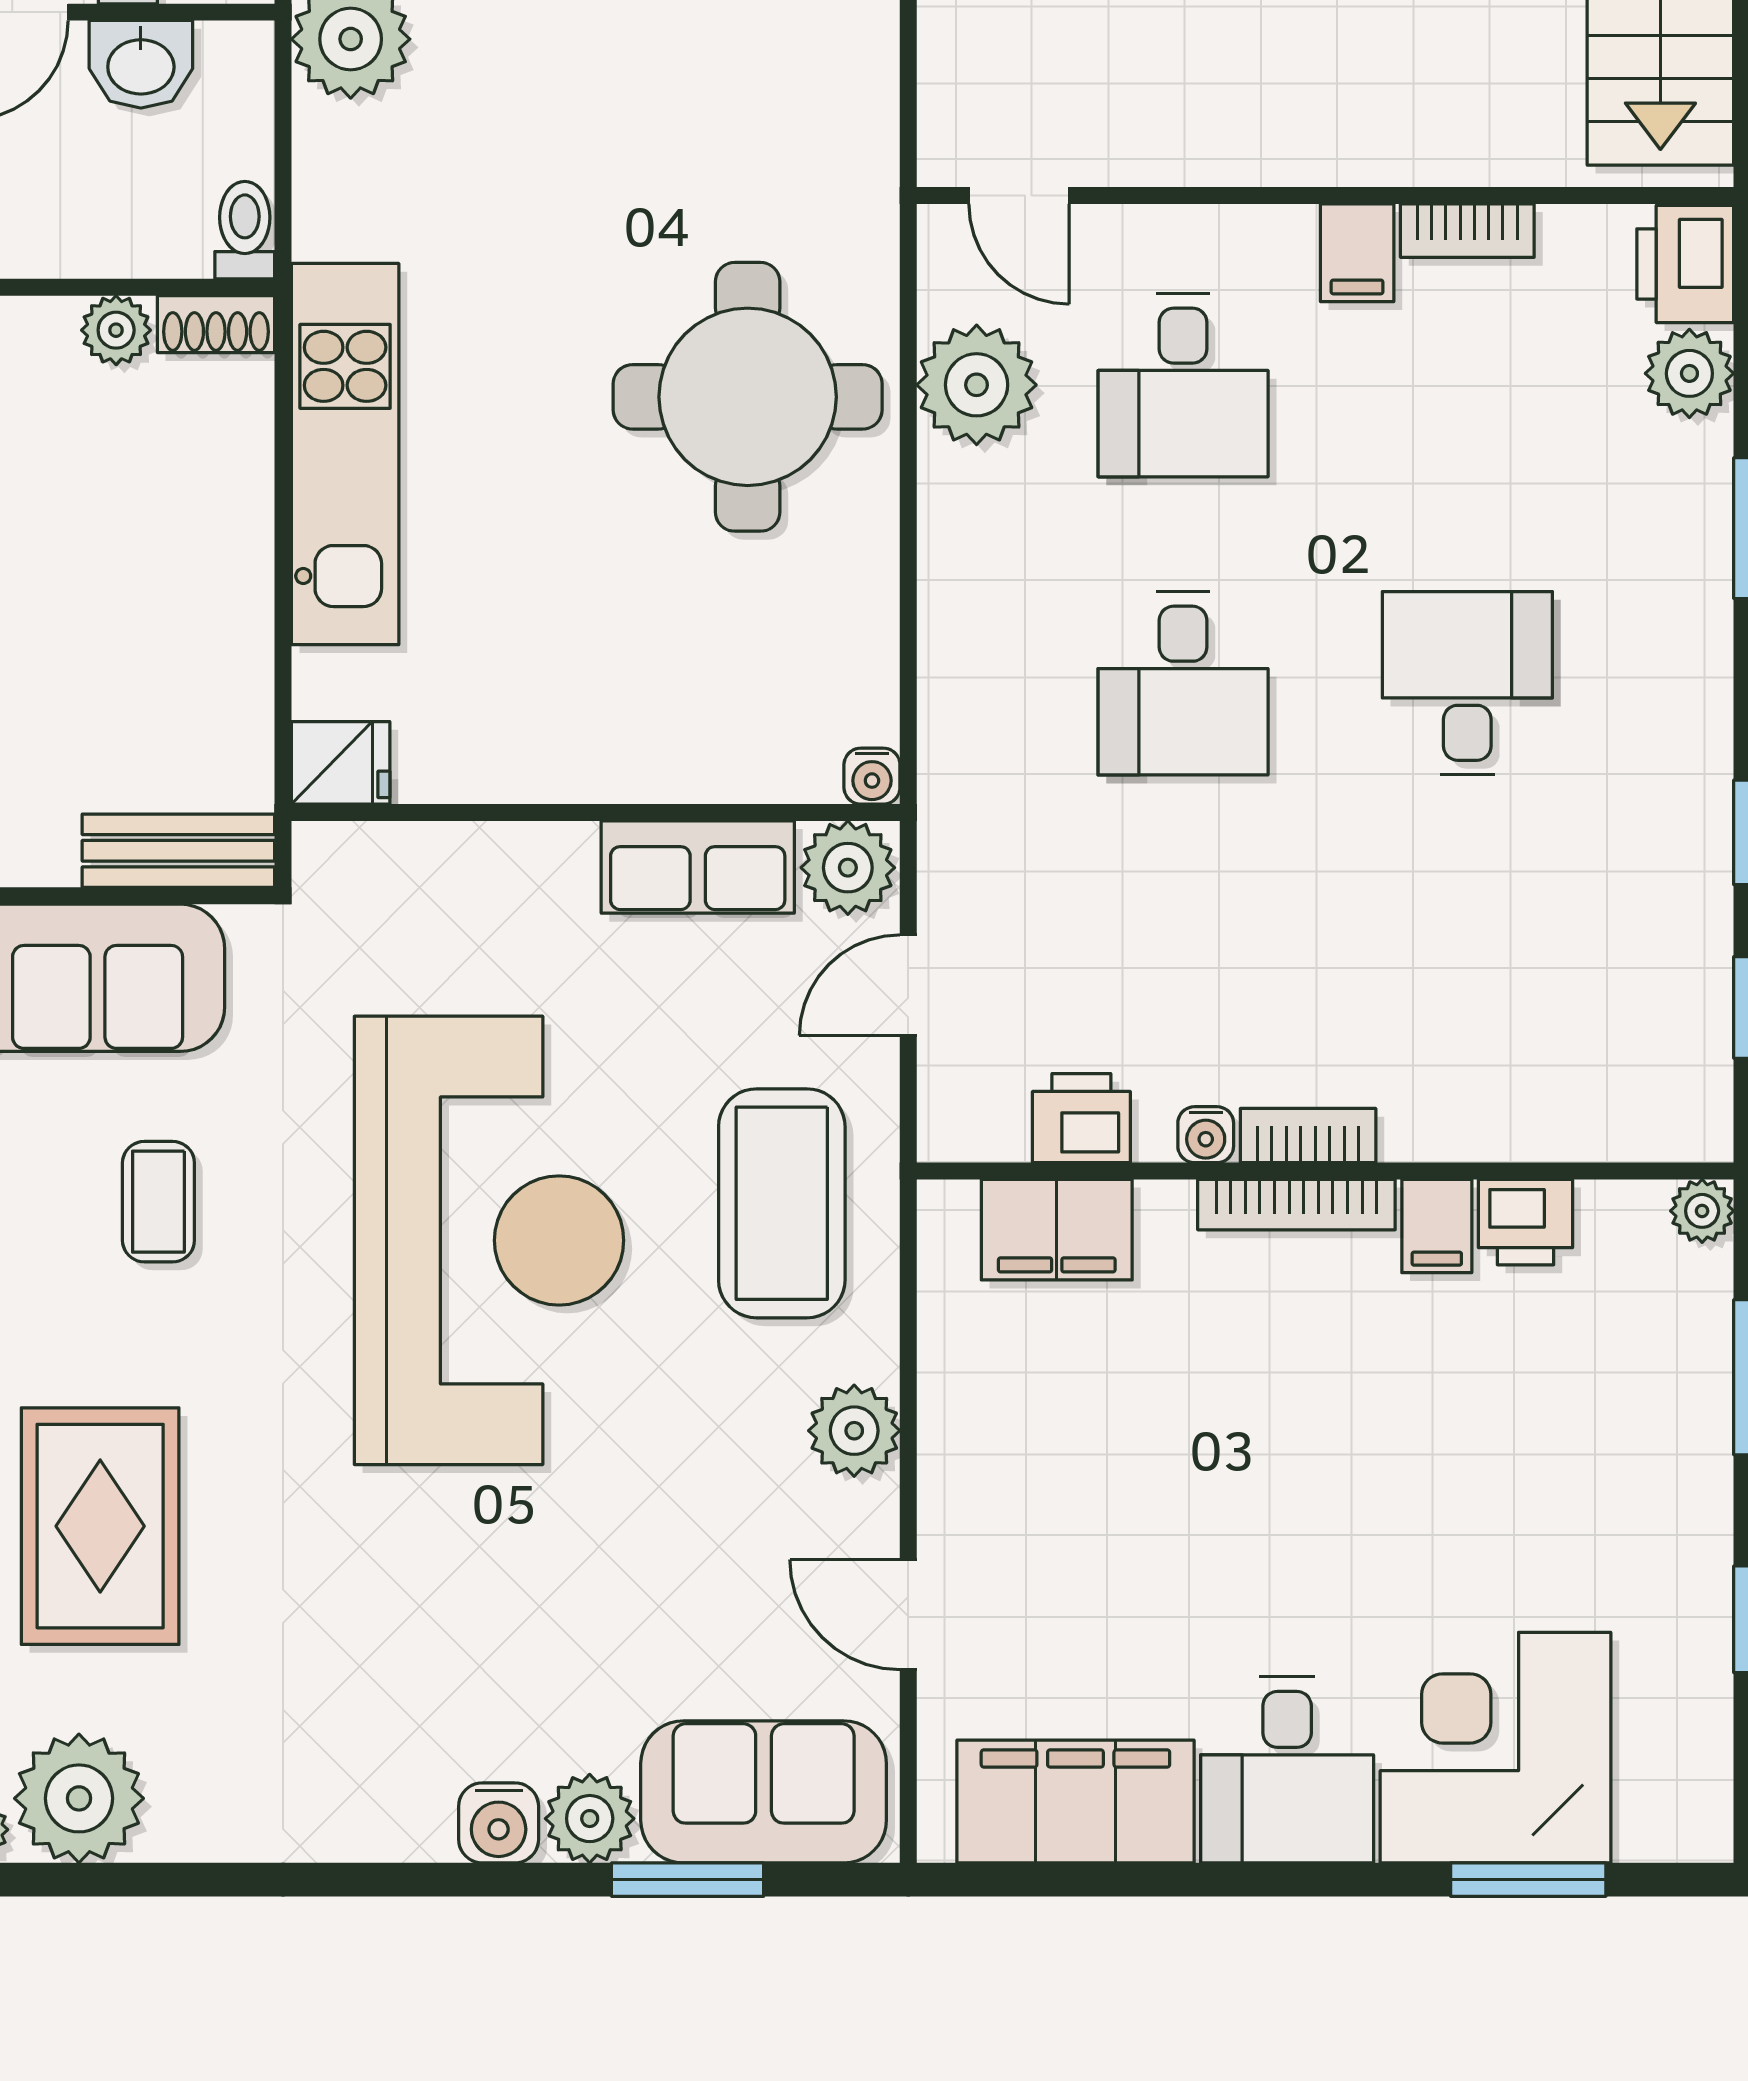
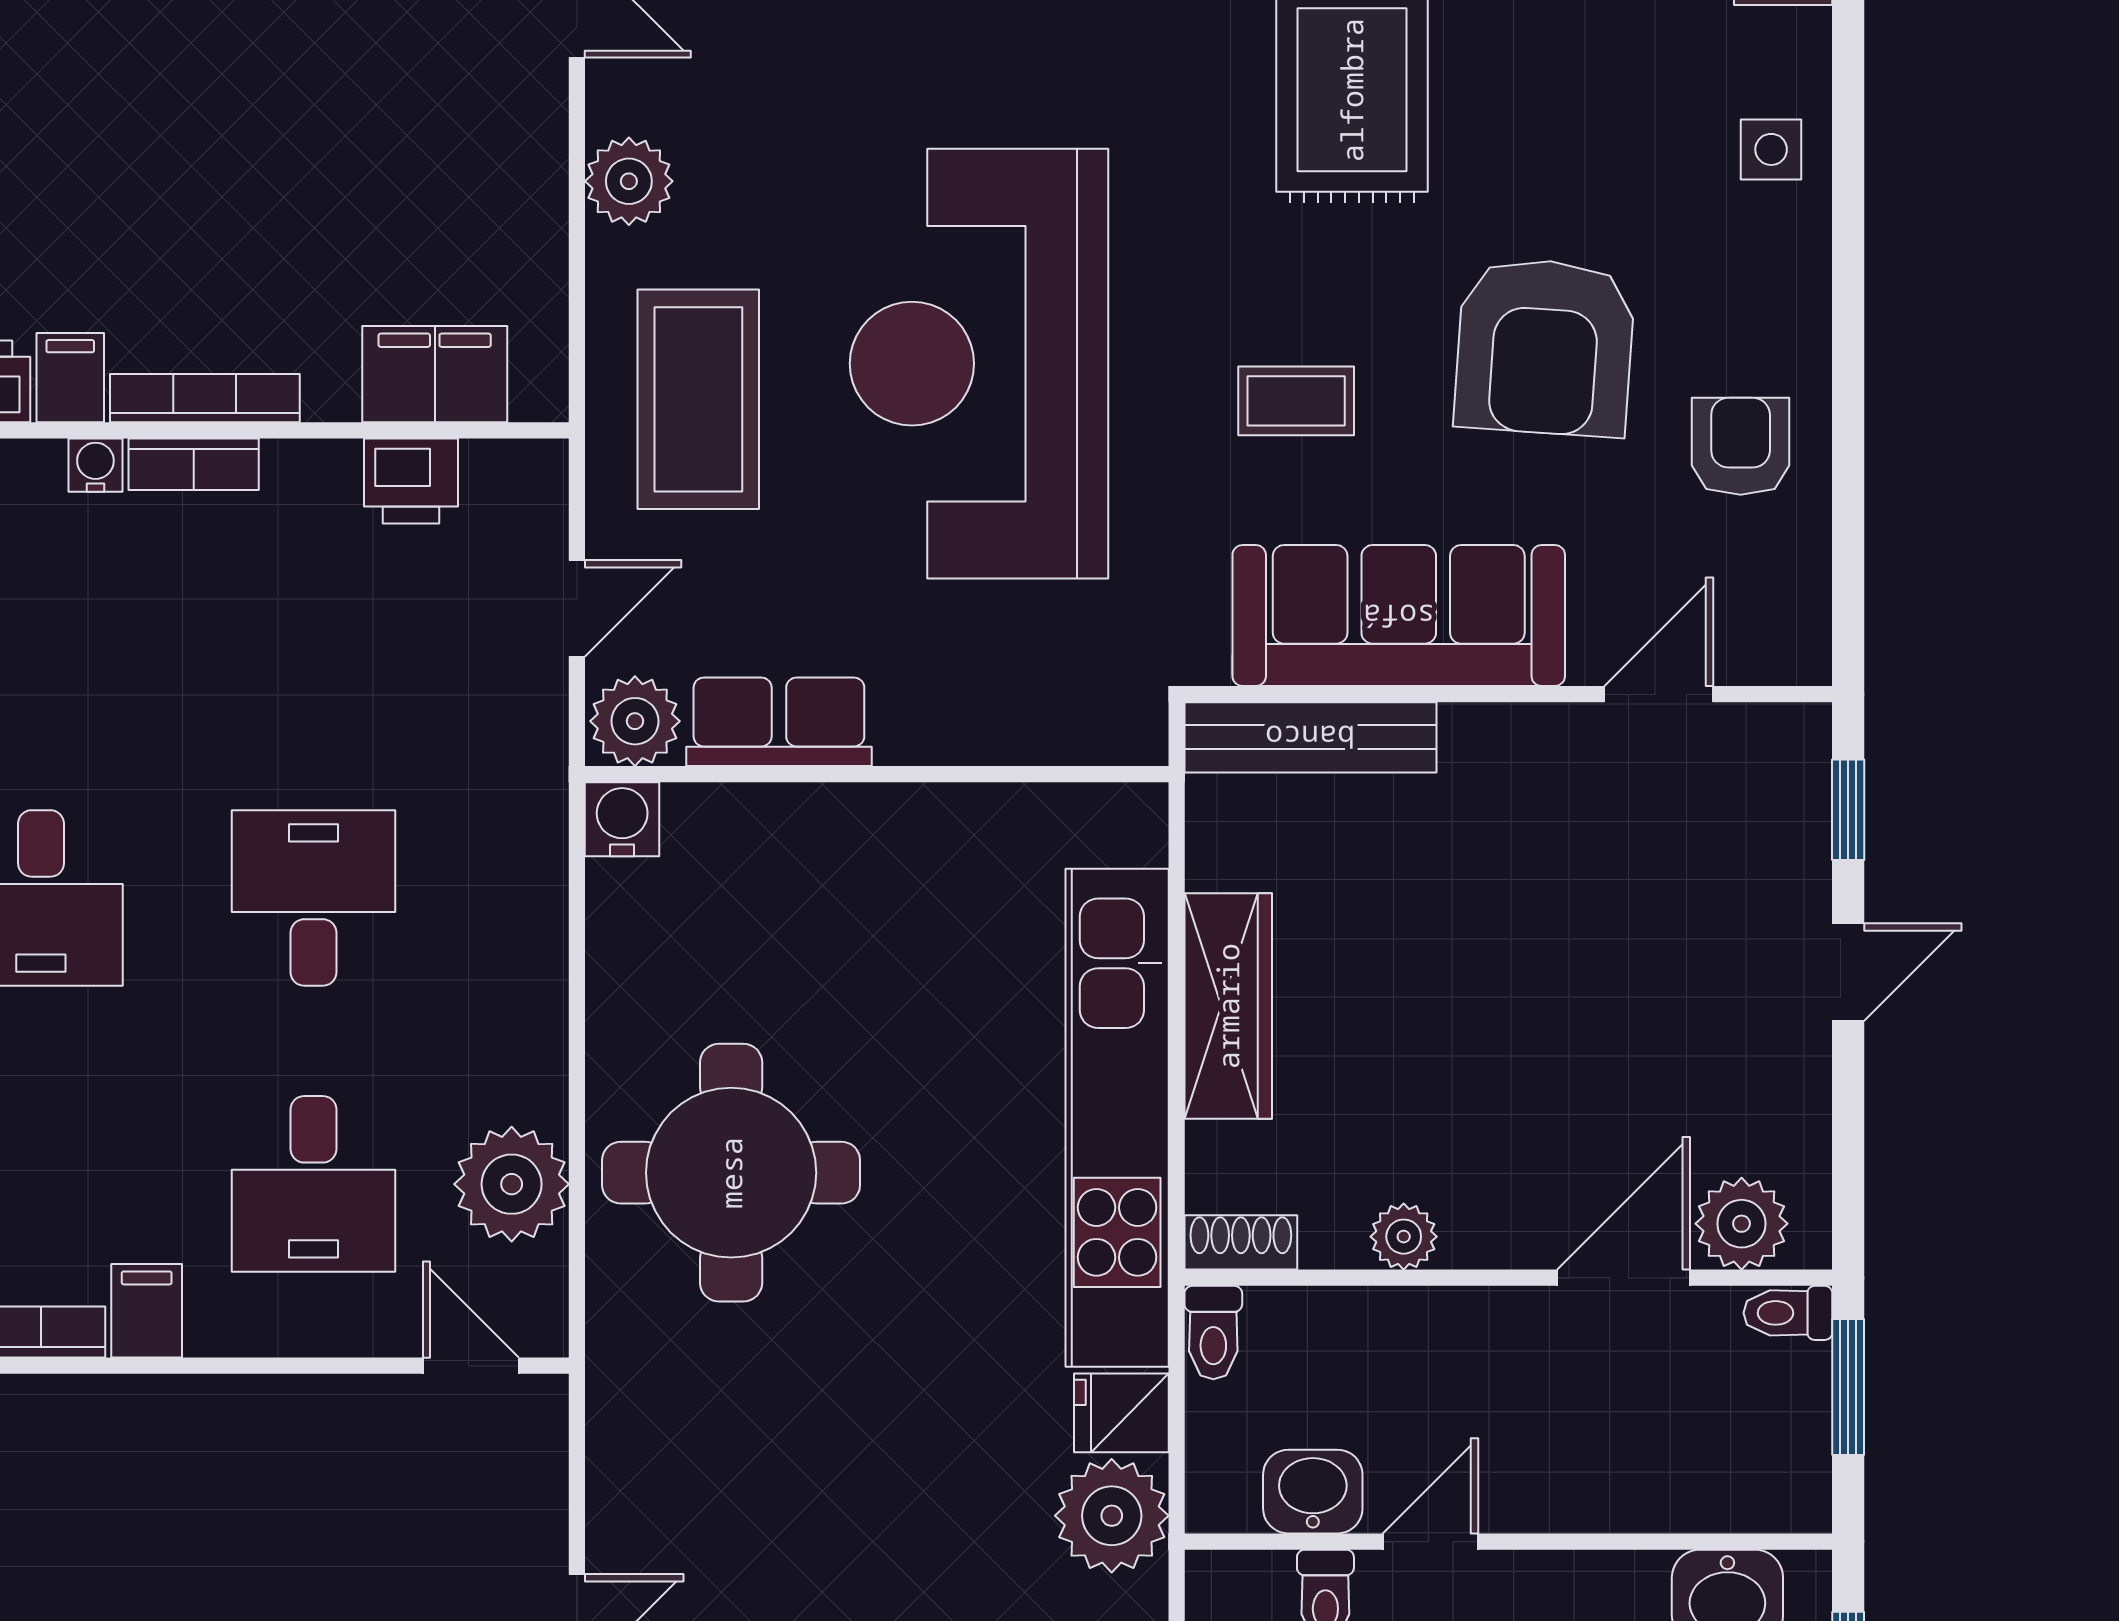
plant: (116, 330) -> (1404, 1237), moved
desk: (1183, 385) -> (314, 1184), turned 180
kitchen unit: (345, 454) -> (1117, 1118), width x1.36
wardrobe: (229, 571) -> (1228, 1006), added
fridge: (341, 763) -> (1121, 1413), moved
water cooler: (872, 776) -> (622, 819), width x1.38, depth x1.38
bench: (178, 851) -> (1310, 737), width x1.36
water cooler: (1206, 1135) -> (95, 465), moved
coffee table: (158, 1202) -> (1296, 401), turned 90

